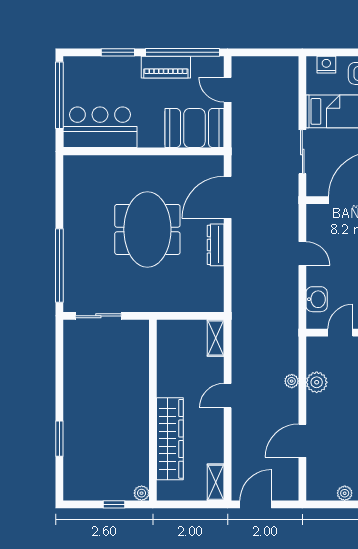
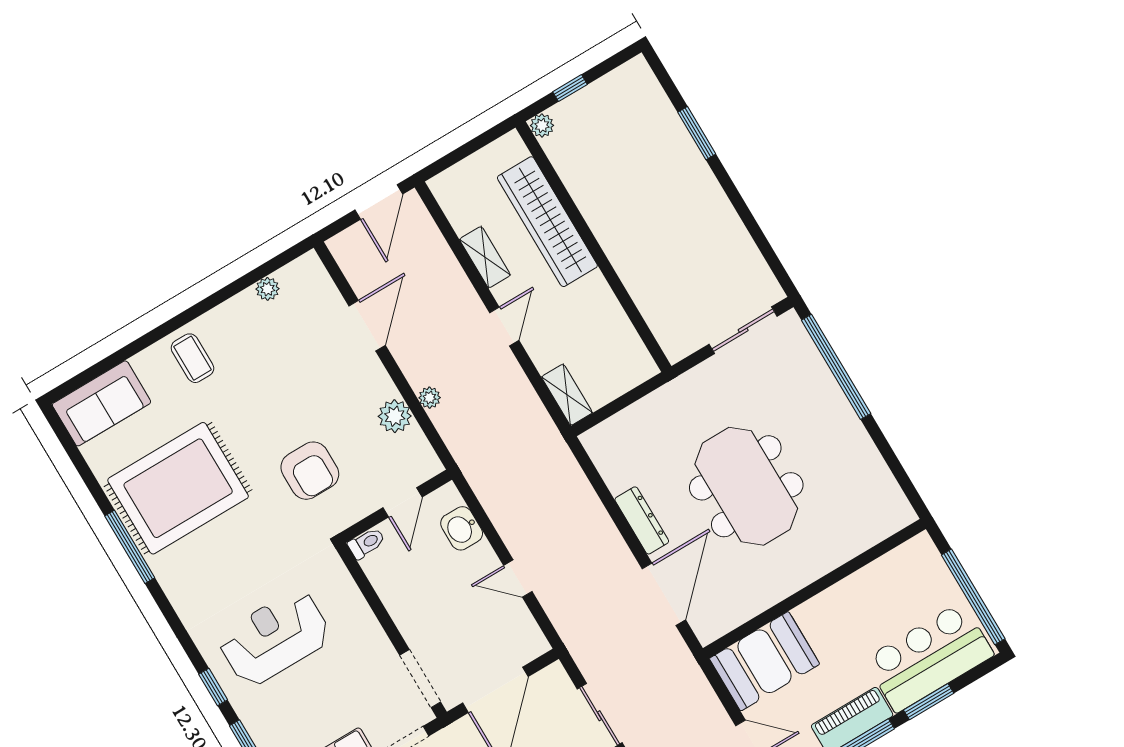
bar counter: (100, 127) -> (929, 657), moved, turned 180
shelving: (216, 482) -> (485, 257), moved

